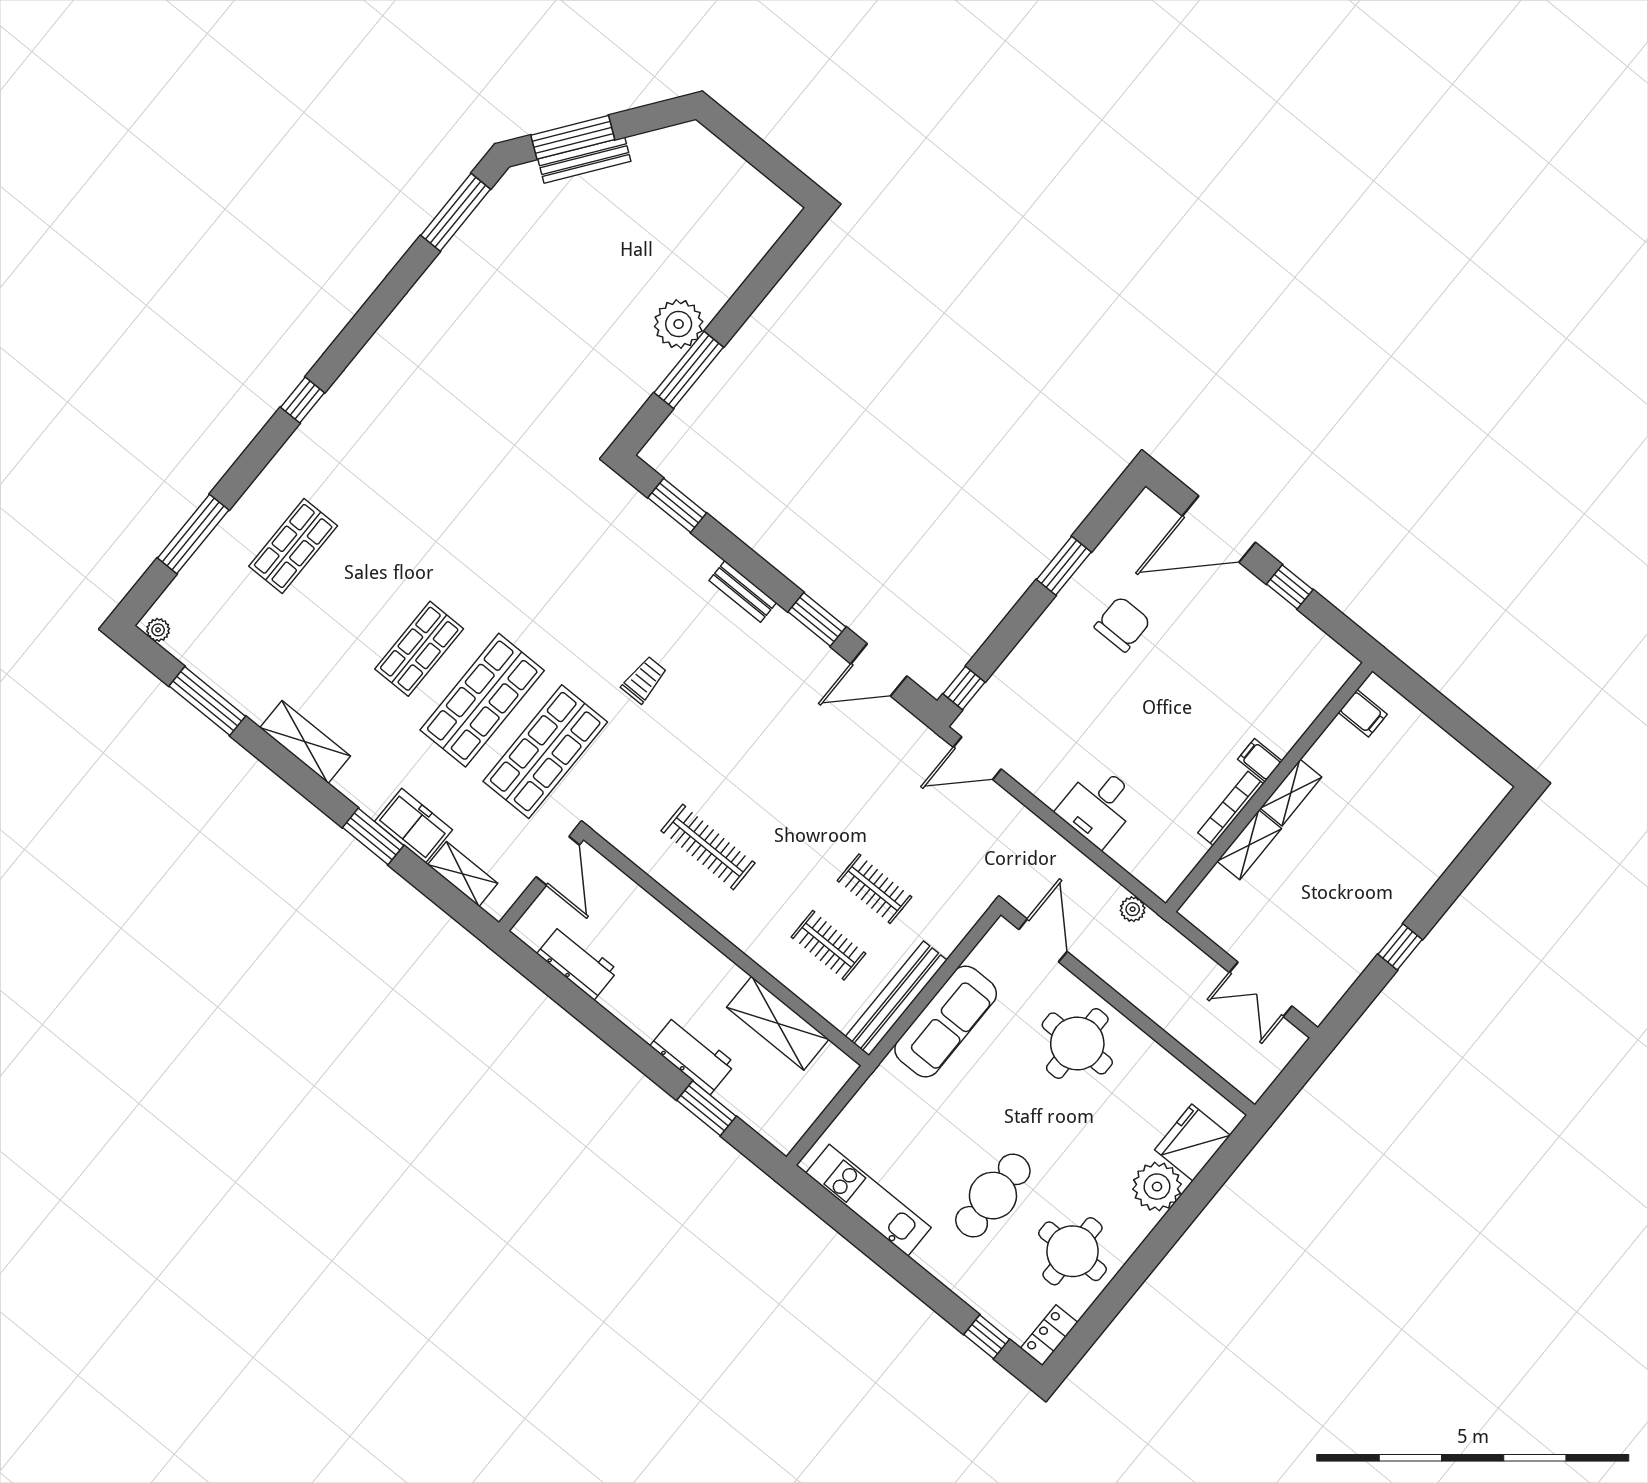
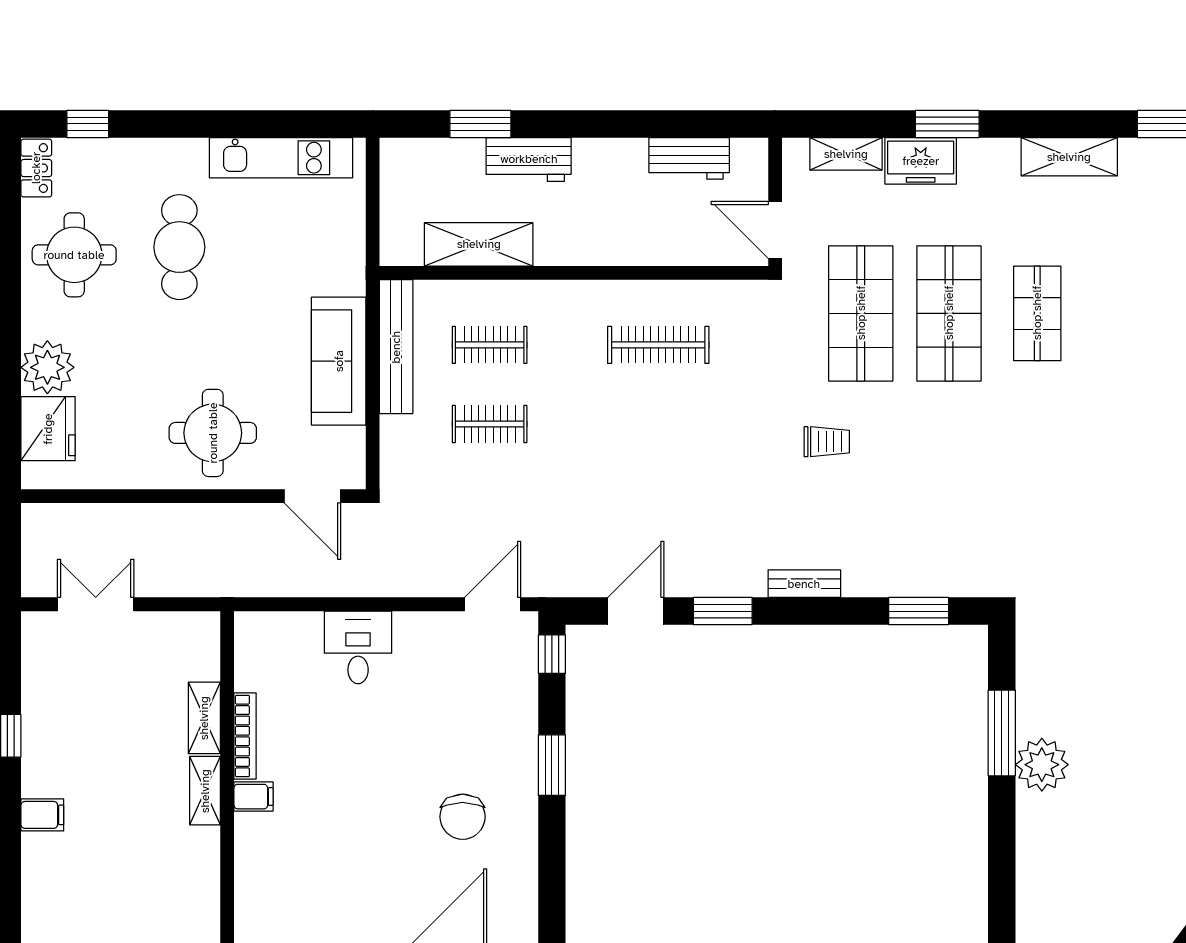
window: (1064, 566) -> (552, 765), moved
trolley: (644, 680) -> (827, 442), turned -90
filing cabinet: (1363, 713) -> (42, 815), moved, turned 180
plant: (1133, 909) -> (258, 584), removed

